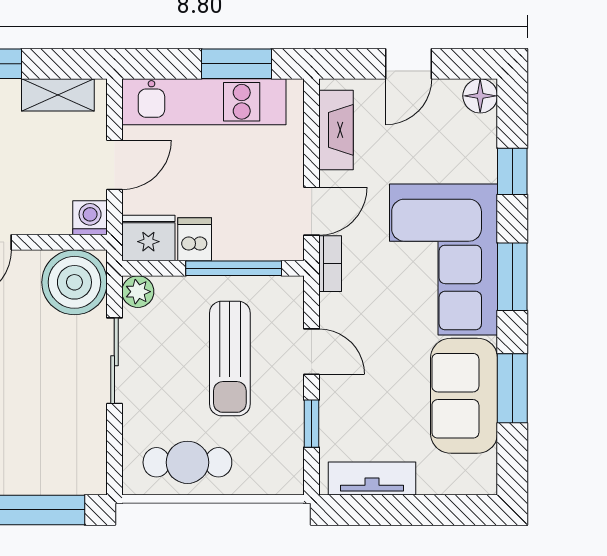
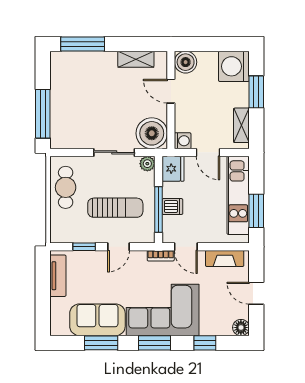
dishwasher: (195, 239) -> (172, 207), moved
sun lounger: (230, 358) -> (115, 208), turned 180

